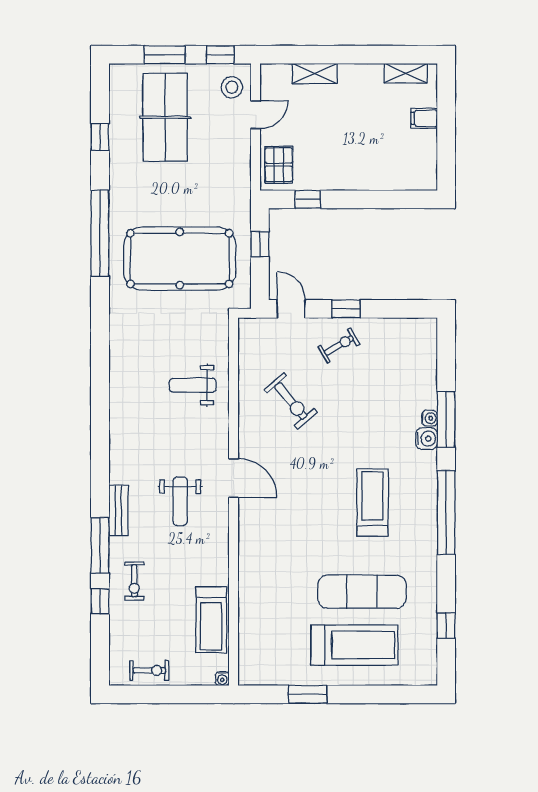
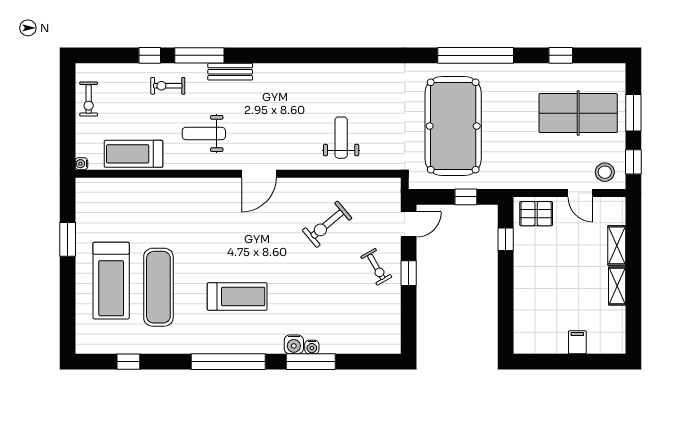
shelving: (406, 73) -> (617, 286), moved
weight bench: (180, 501) -> (204, 133), moved

